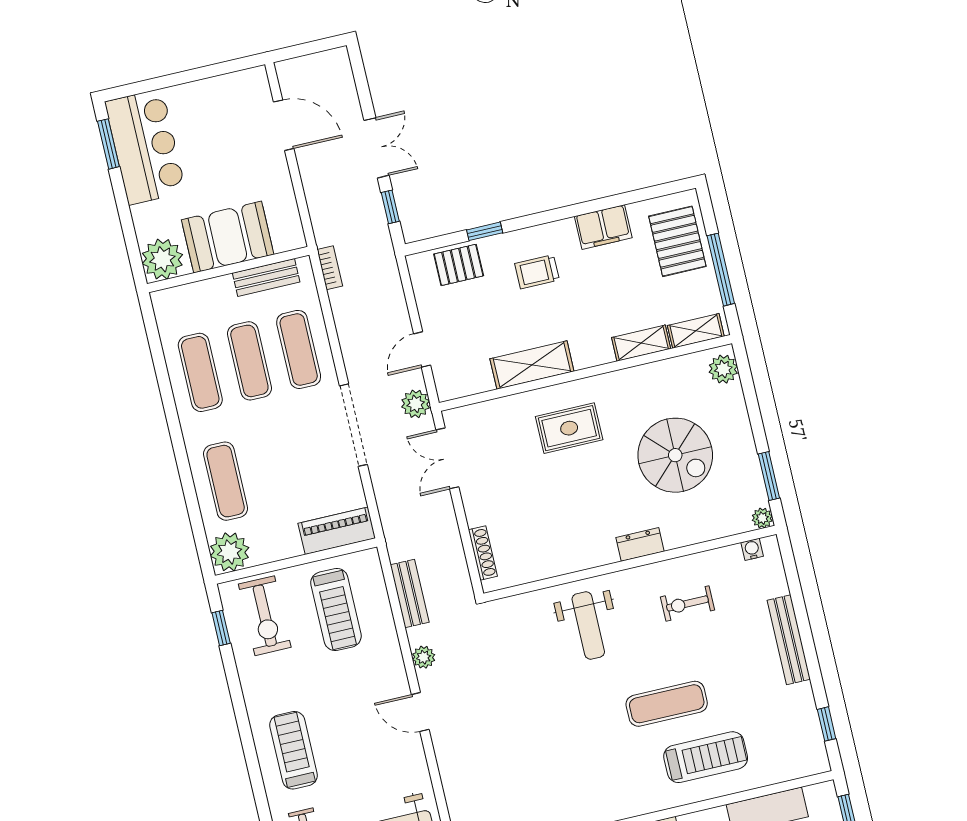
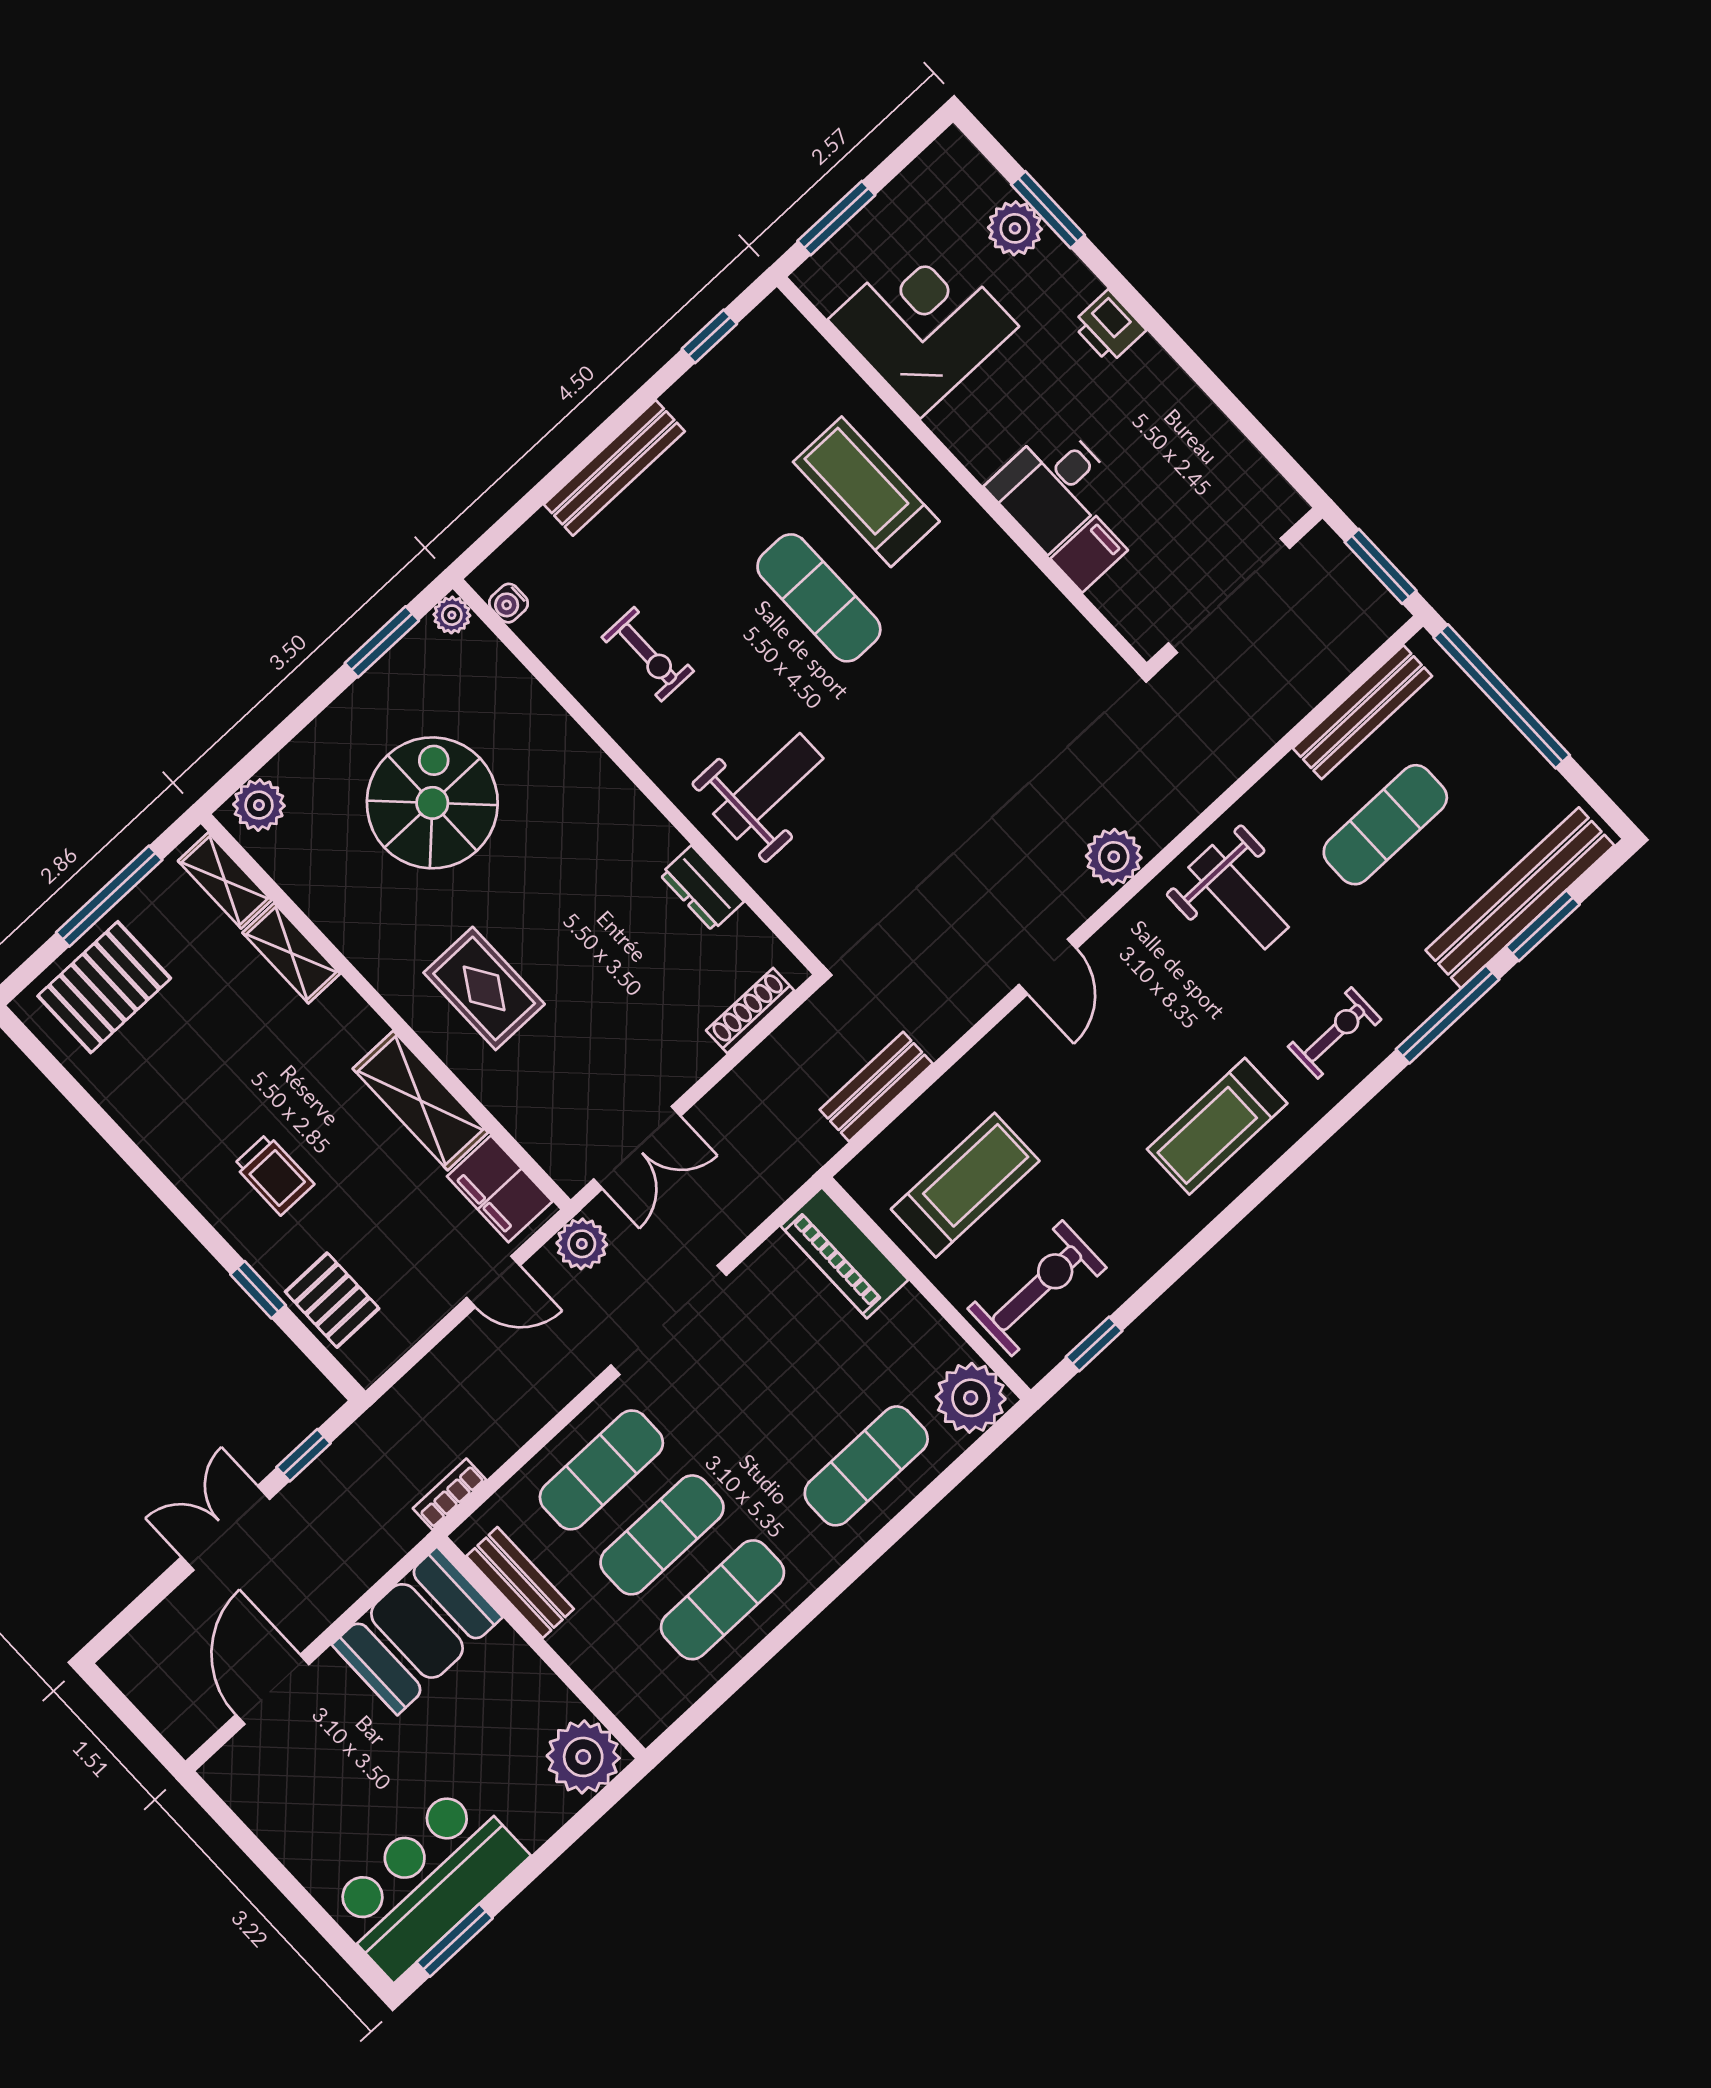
filing cabinet: (603, 227) -> (500, 1189), moved, turned 180
booth: (228, 237) -> (417, 1631), moved, turned 90
dresser: (640, 544) -> (702, 888), moved
plant: (424, 657) -> (1114, 857), moved, width x1.38, depth x1.38

